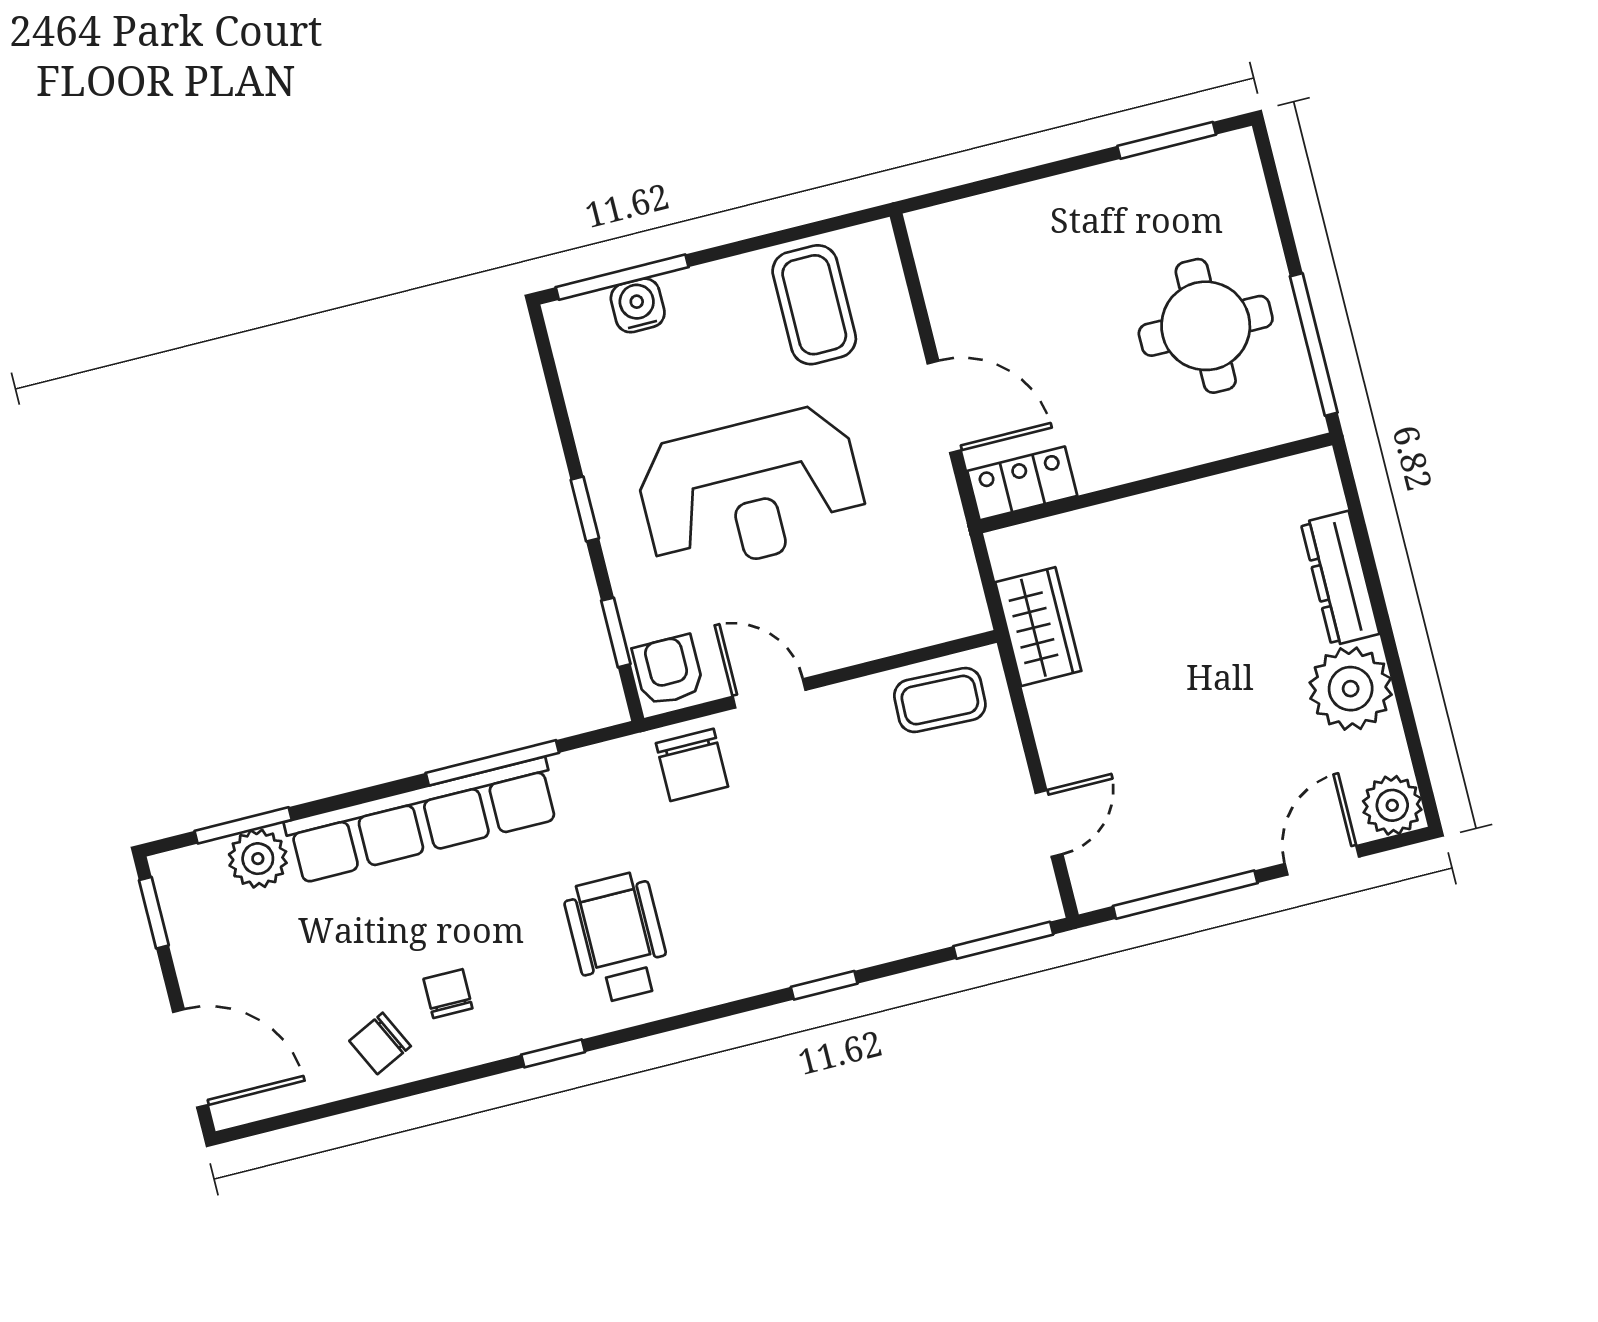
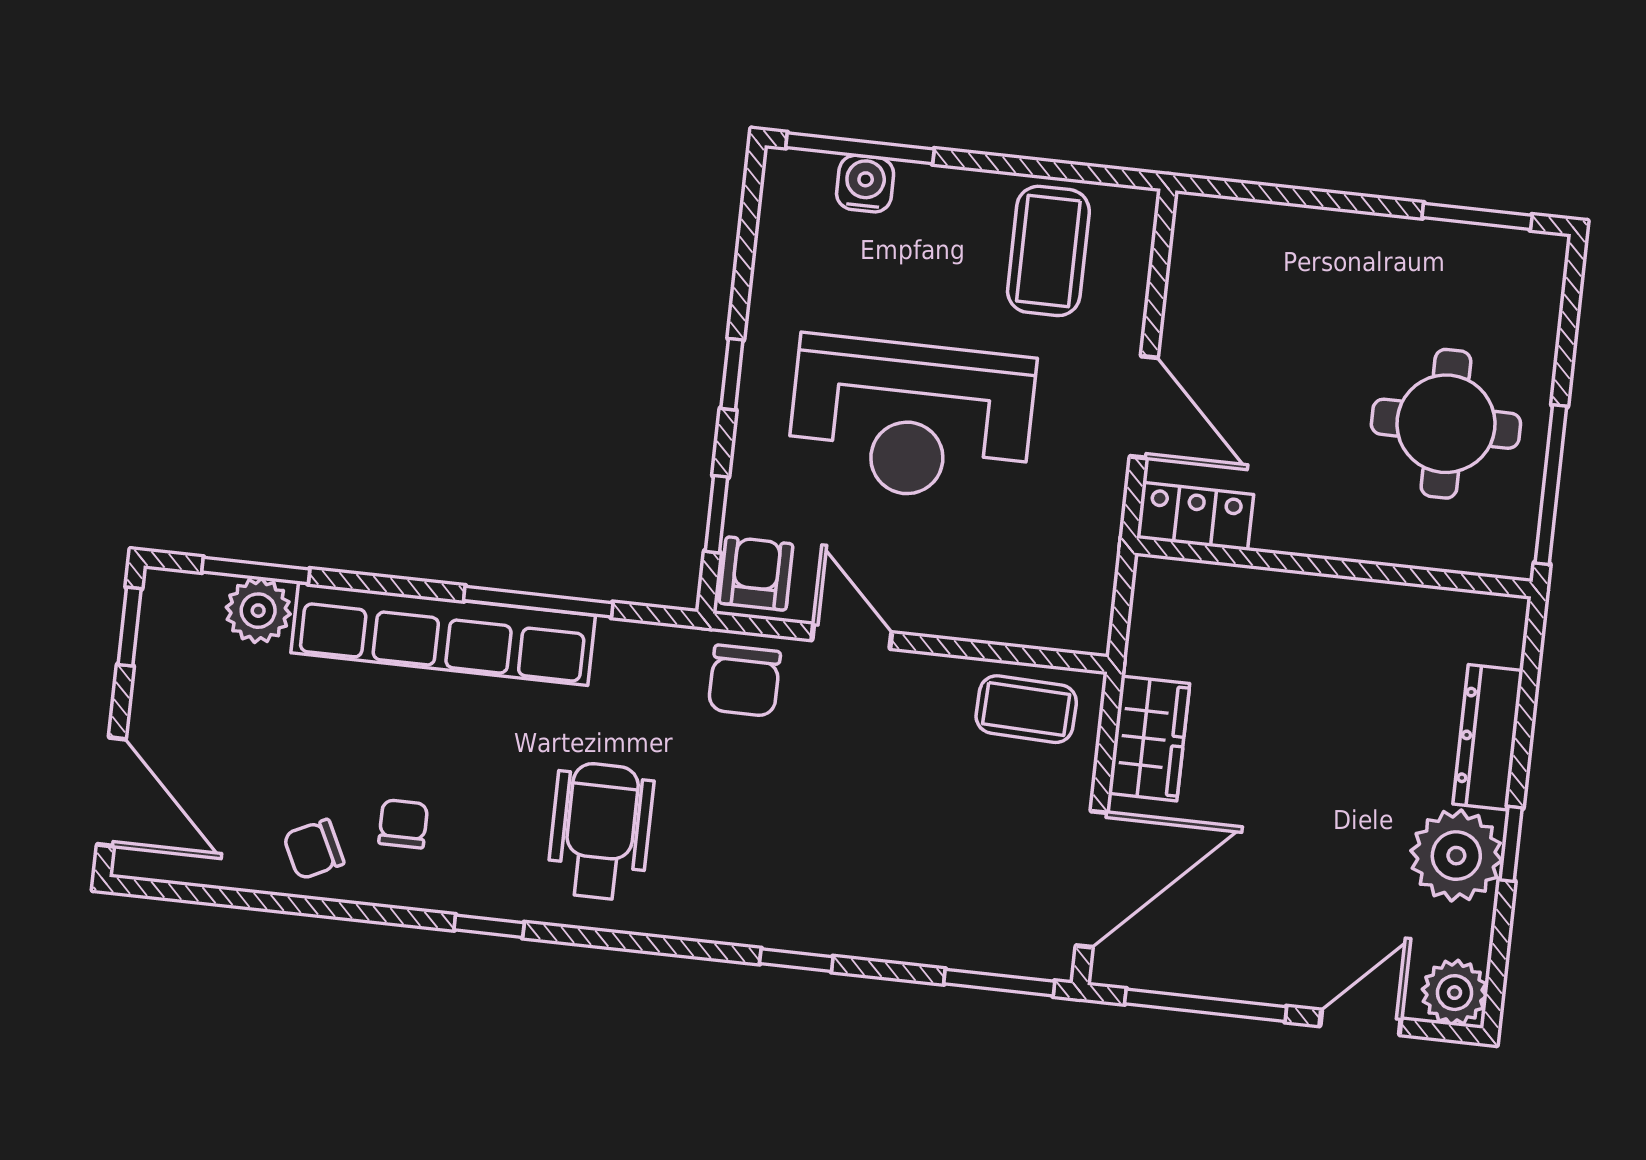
wardrobe: (1038, 627) -> (1149, 738), moved
window: (1393, 661) -> (1511, 844), added
door: (1049, 823) -> (1092, 879), width x1.87

